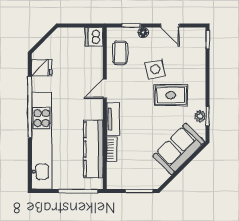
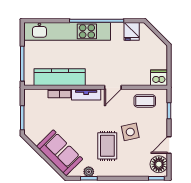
floor lamp: (143, 32) -> (159, 164), moved, width x1.89, depth x1.89
door: (105, 89) -> (113, 87), swing flipped

